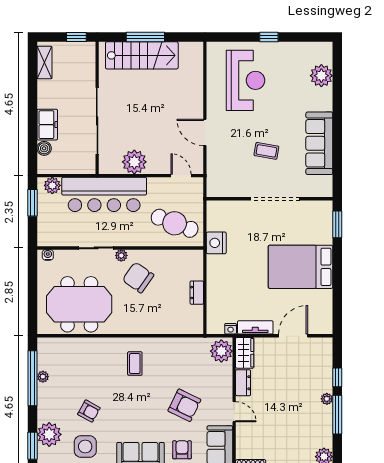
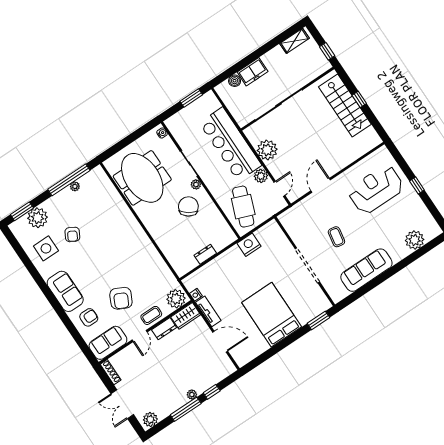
window: (145, 37) -> (359, 99), width x0.46
reception desk: (246, 80) -> (376, 189), turned 180
plant: (52, 185) -> (261, 176), moved
coffee table: (135, 364) -> (151, 315), moved

